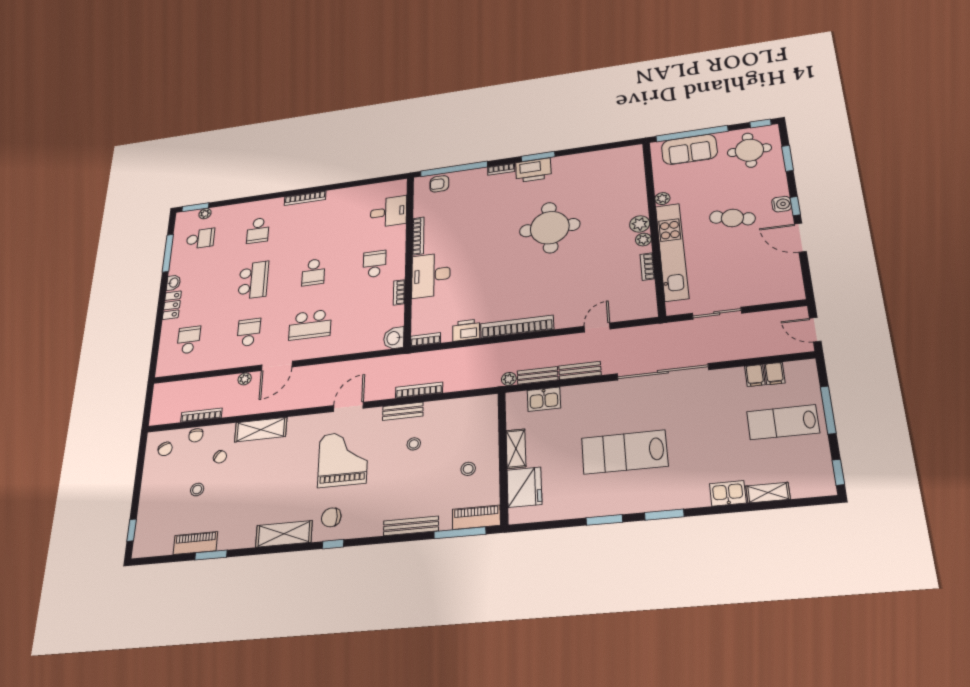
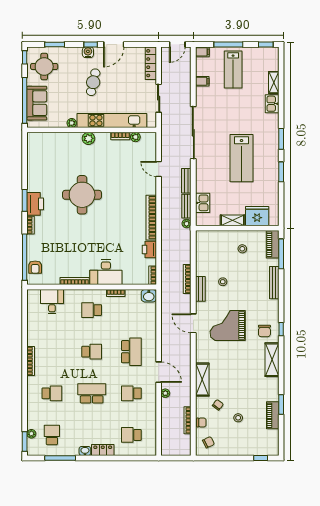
plant: (643, 240) -> (135, 137), moved
locker: (776, 295) -> (151, 63), added
filing cabinet: (774, 374) -> (202, 52), moved

